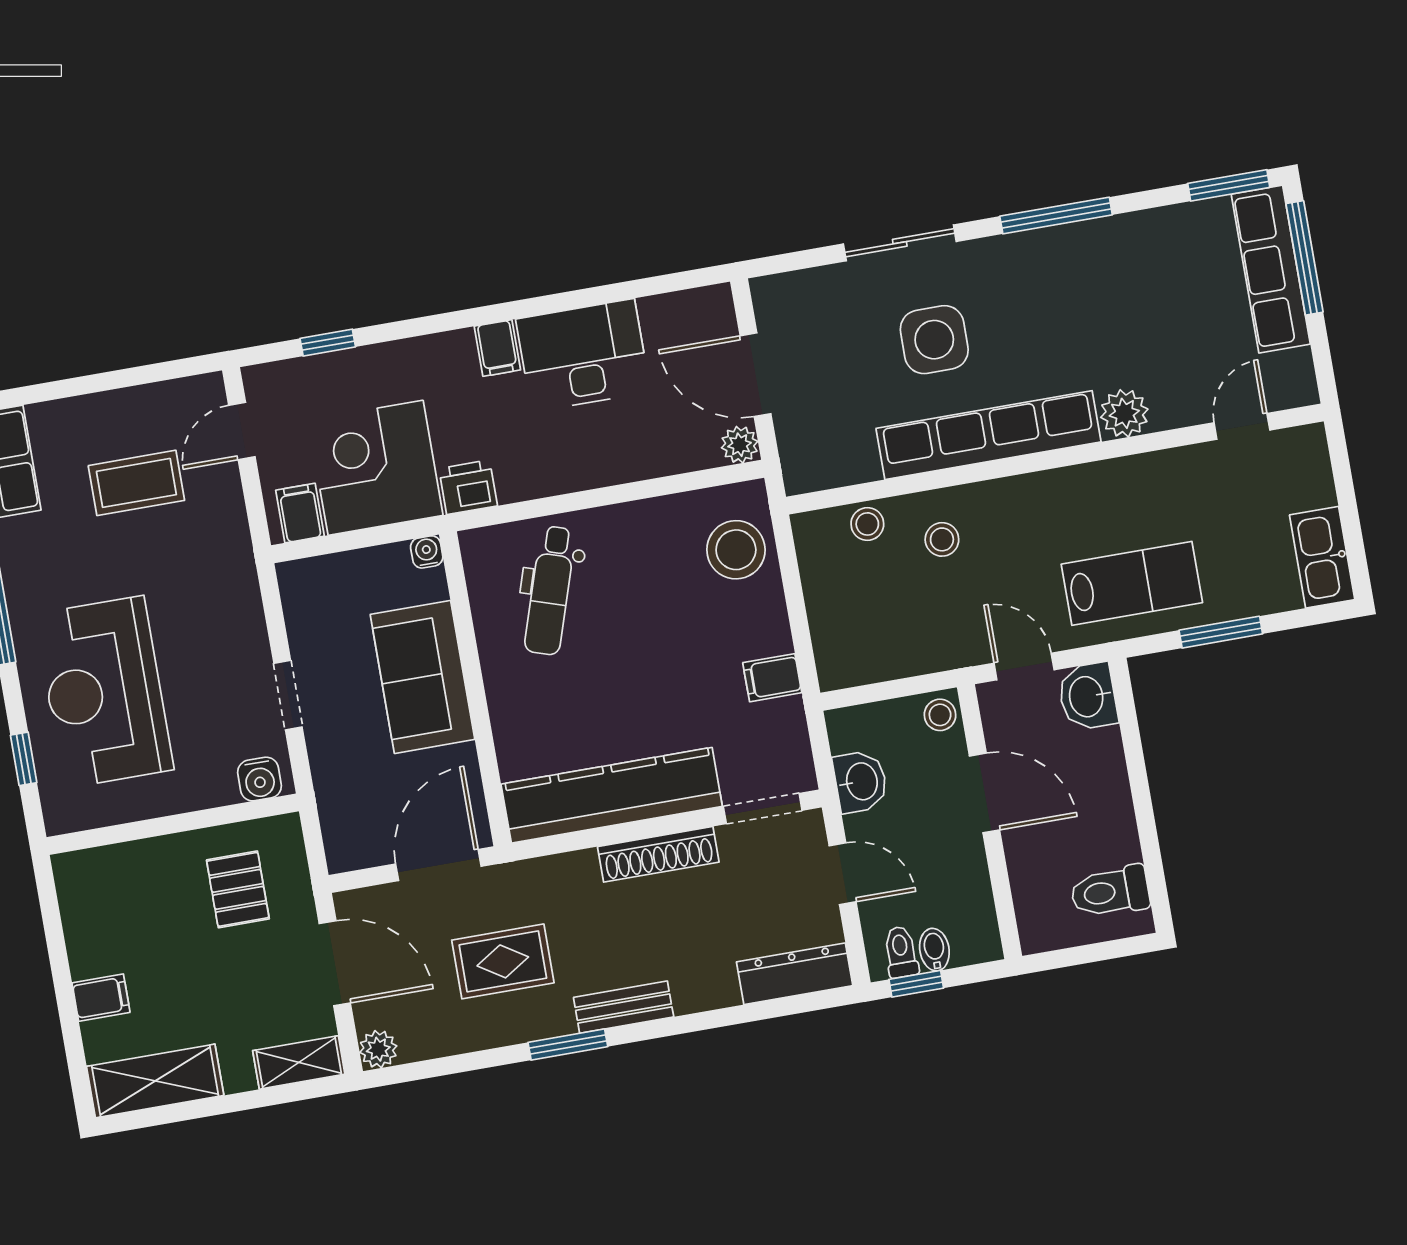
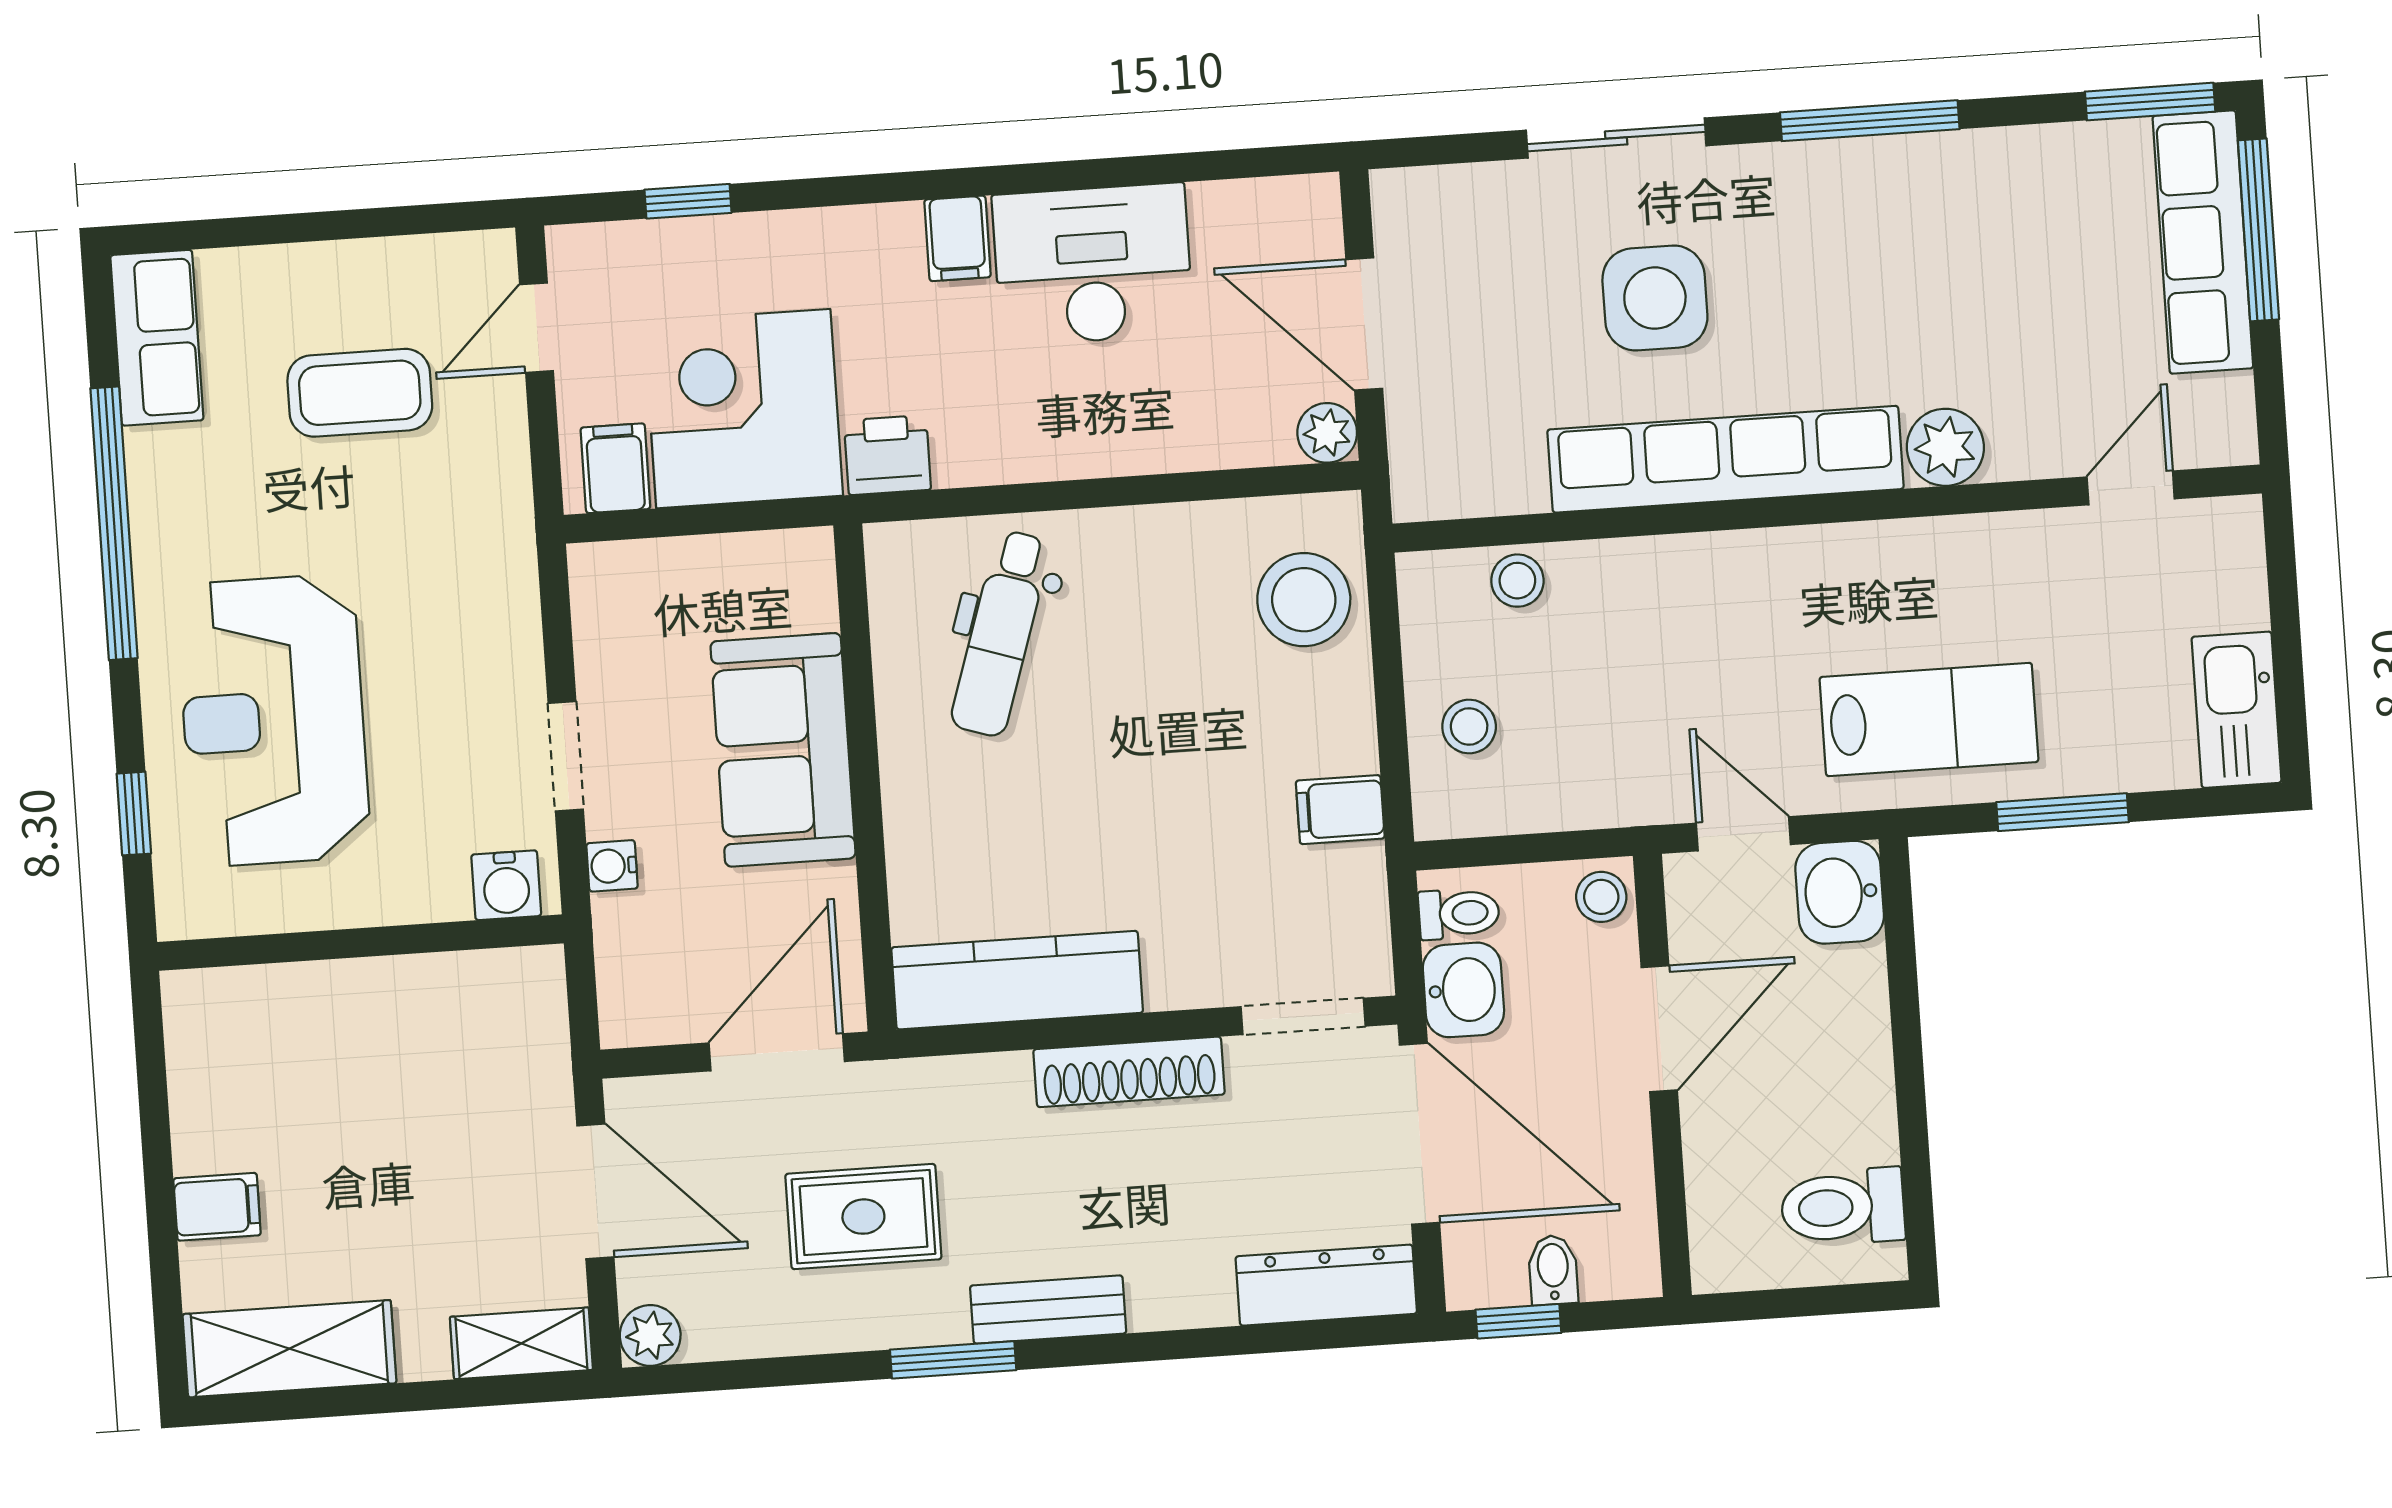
stool: (942, 539) -> (1469, 726), moved
water cooler: (427, 552) -> (612, 866), moved, turned -90
door: (985, 793) -> (1659, 1029), hinge flipped
kitchen counter: (612, 795) -> (1017, 980), width x0.72, depth x0.86
door: (843, 874) -> (1419, 1134), width x1.87
pallet: (238, 889) -> (453, 1057), removed
toilet: (901, 952) -> (1459, 914), moved, turned 90

